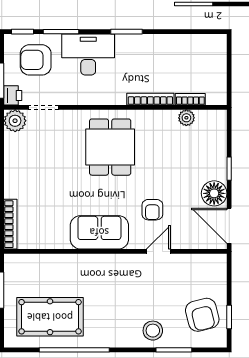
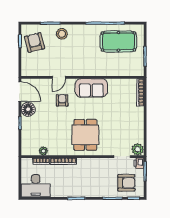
desk: (88, 55) -> (36, 186), moved

